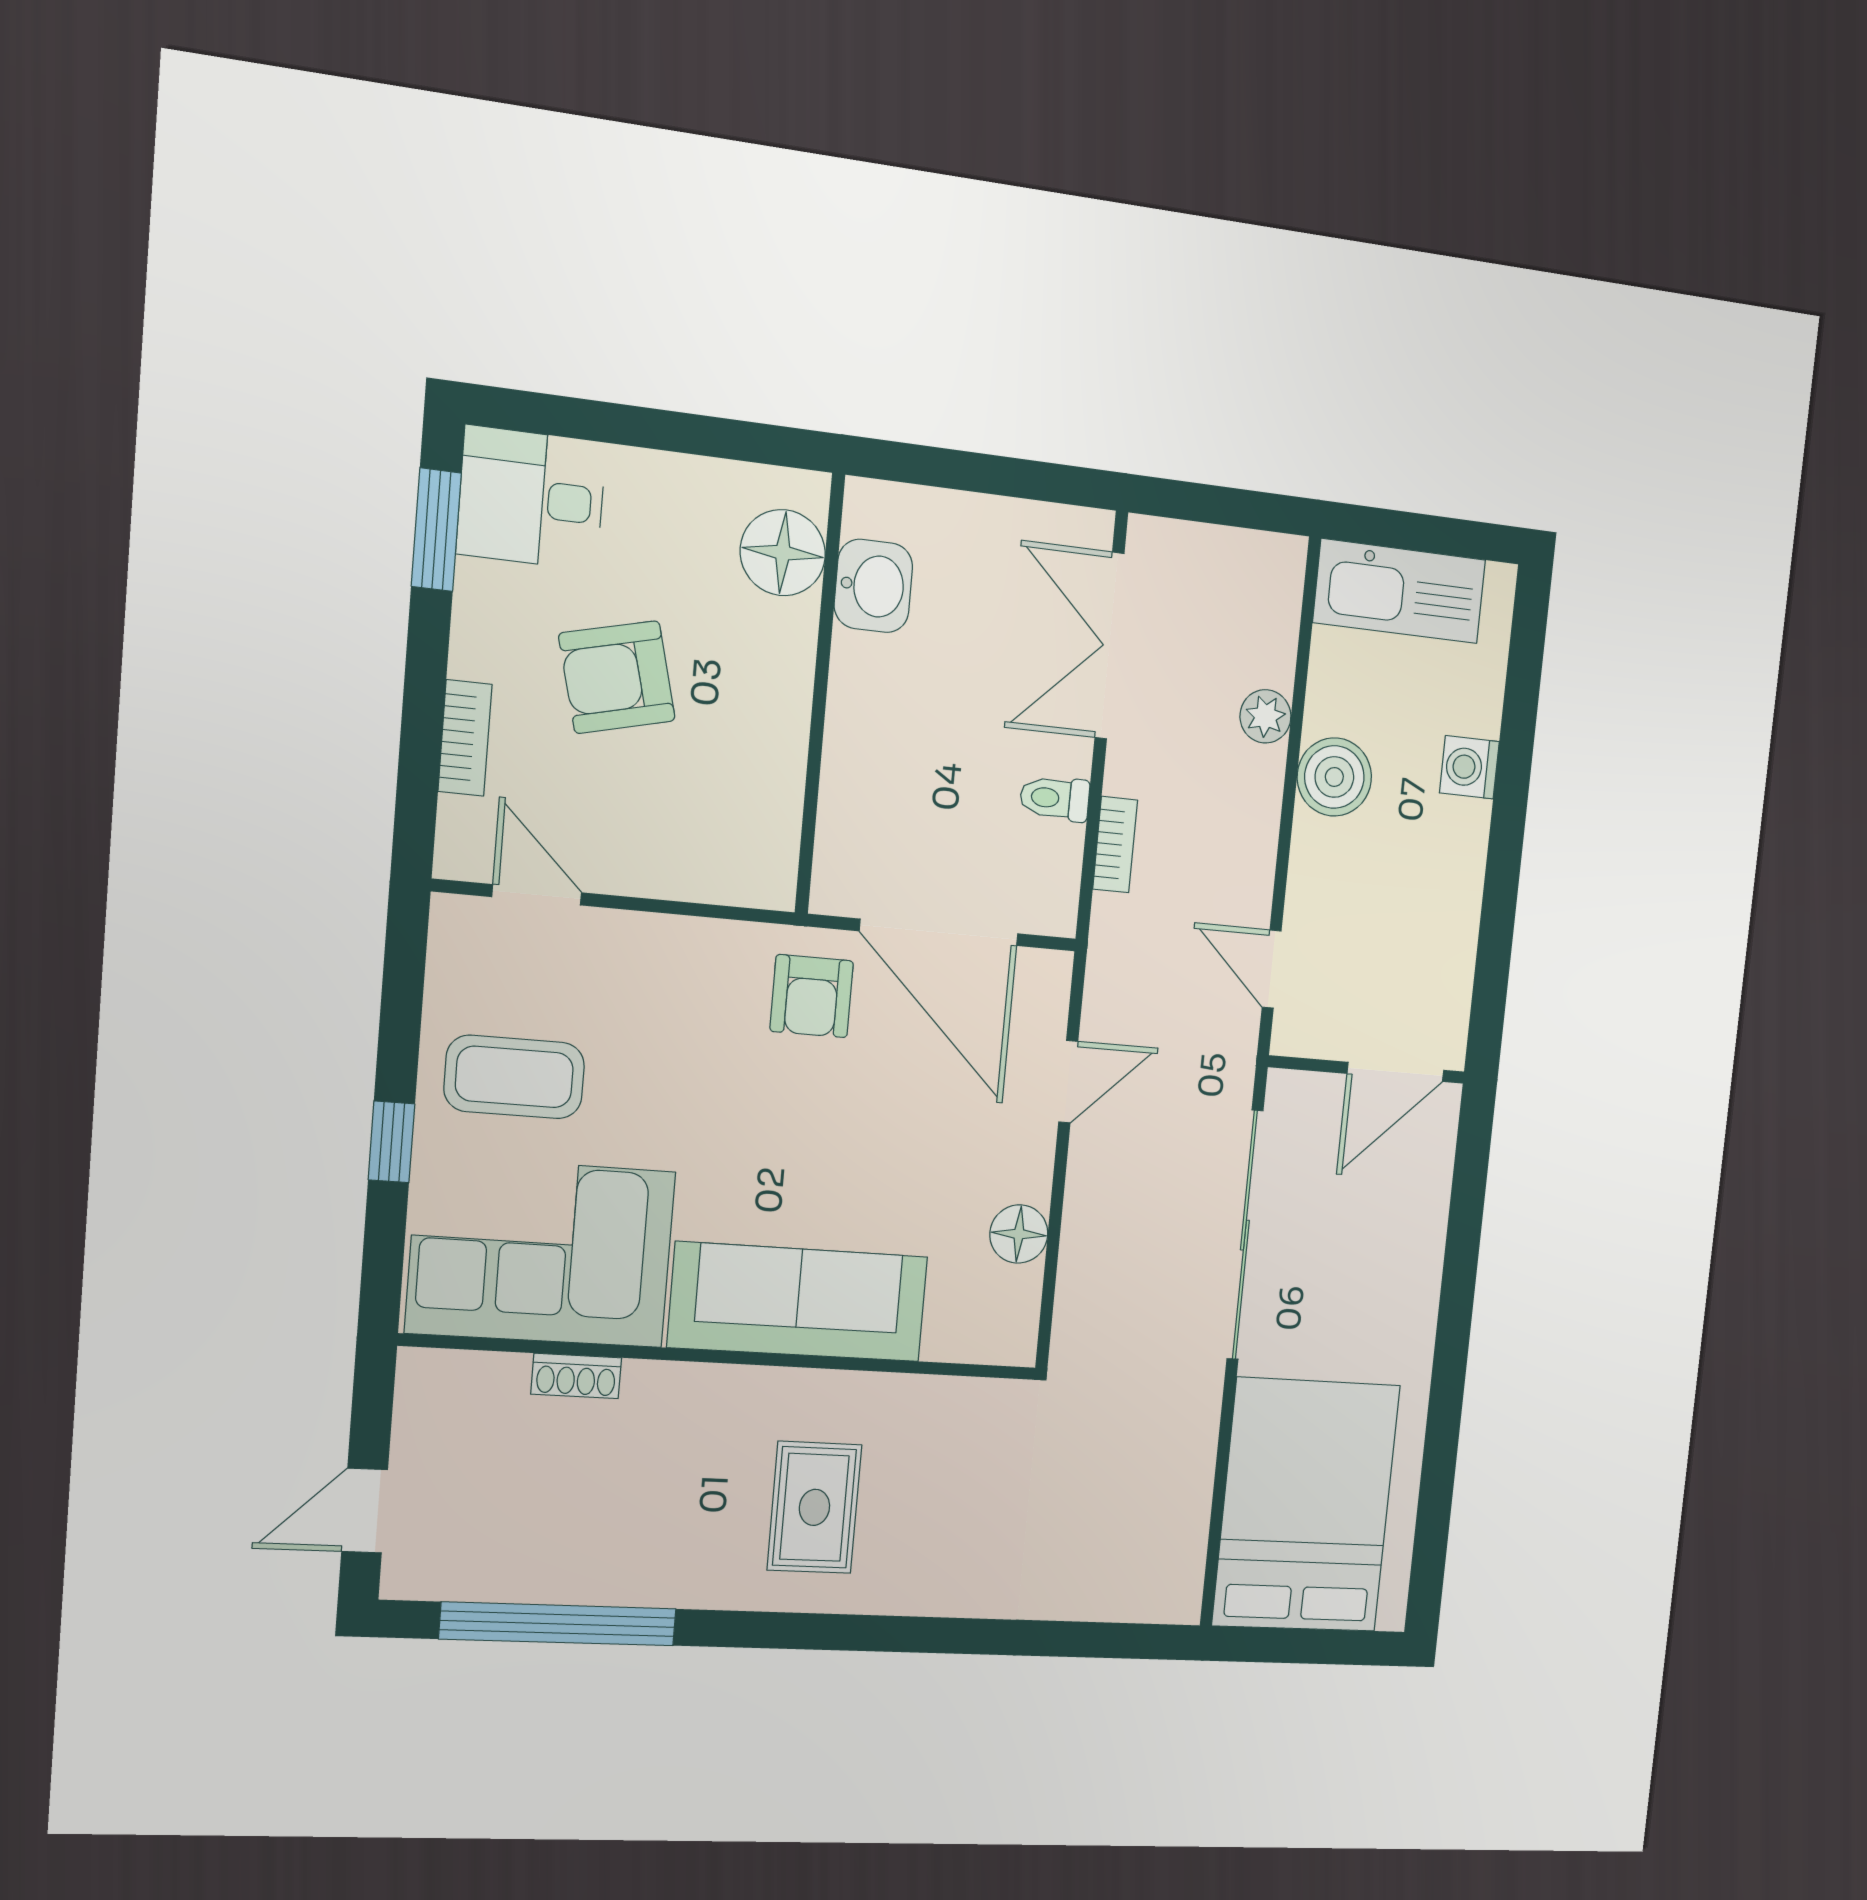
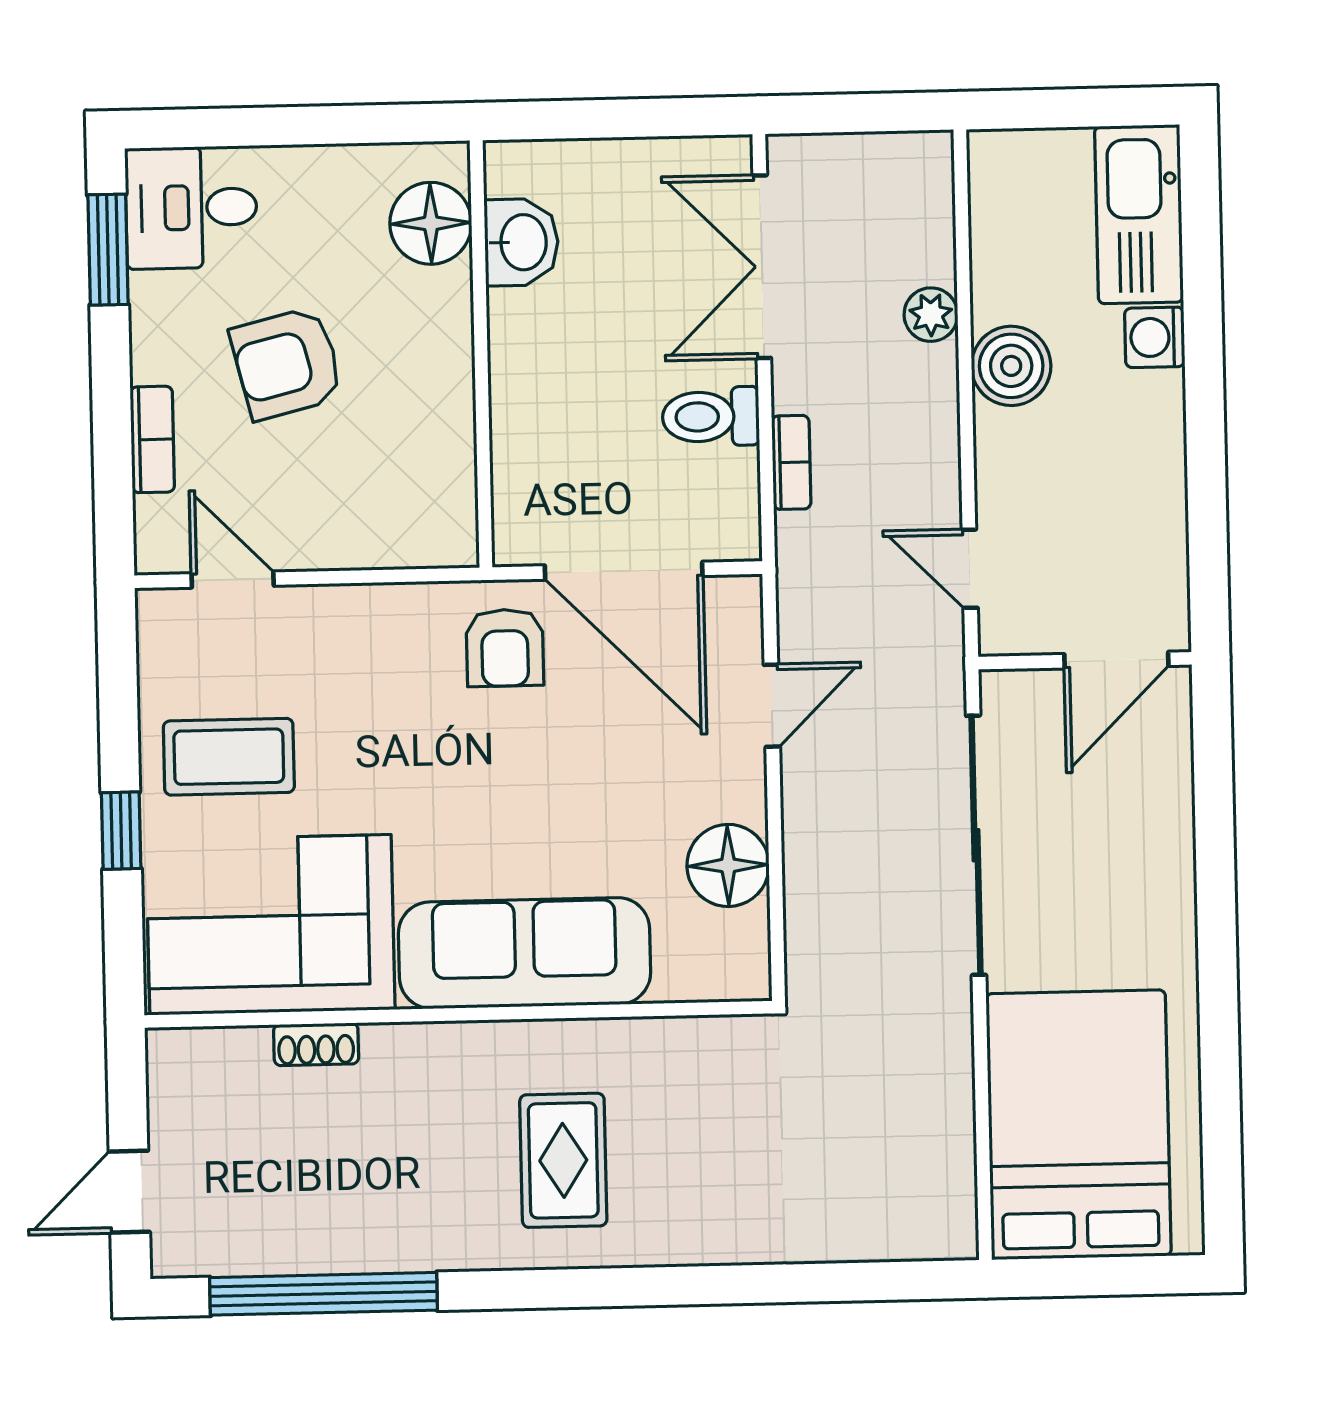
kitchen sink: (1400, 591) -> (1139, 214), moved, turned 90
toilet: (1055, 798) -> (711, 417), width x1.37, depth x1.39
floor lamp: (1019, 1234) -> (728, 865), width x1.38, depth x1.38

